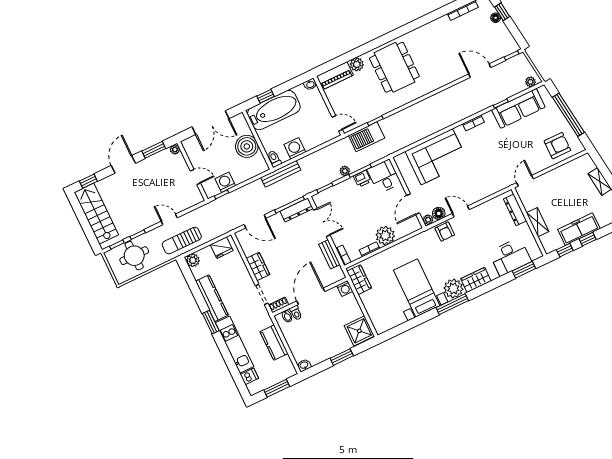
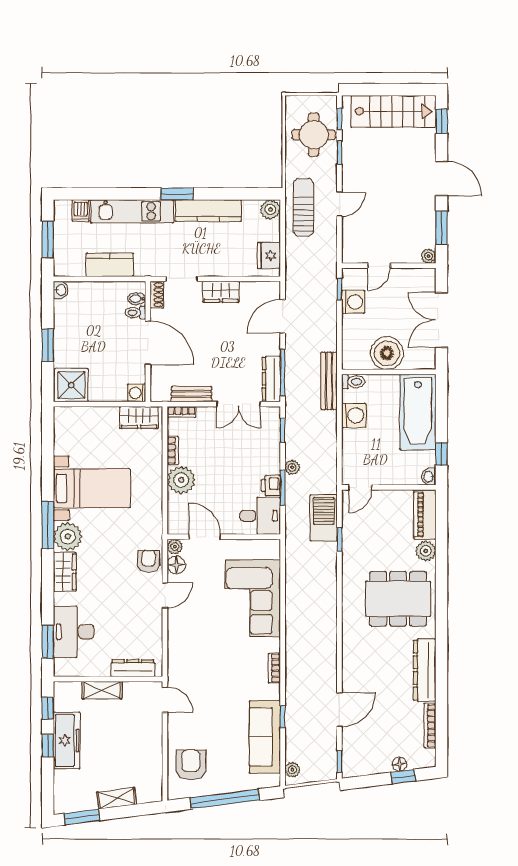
dresser: (430, 30) -> (425, 670), added
window: (266, 96) -> (441, 454), moved
armchair: (557, 146) -> (191, 765), turned 180
armchair: (445, 232) -> (149, 561), turned 90

